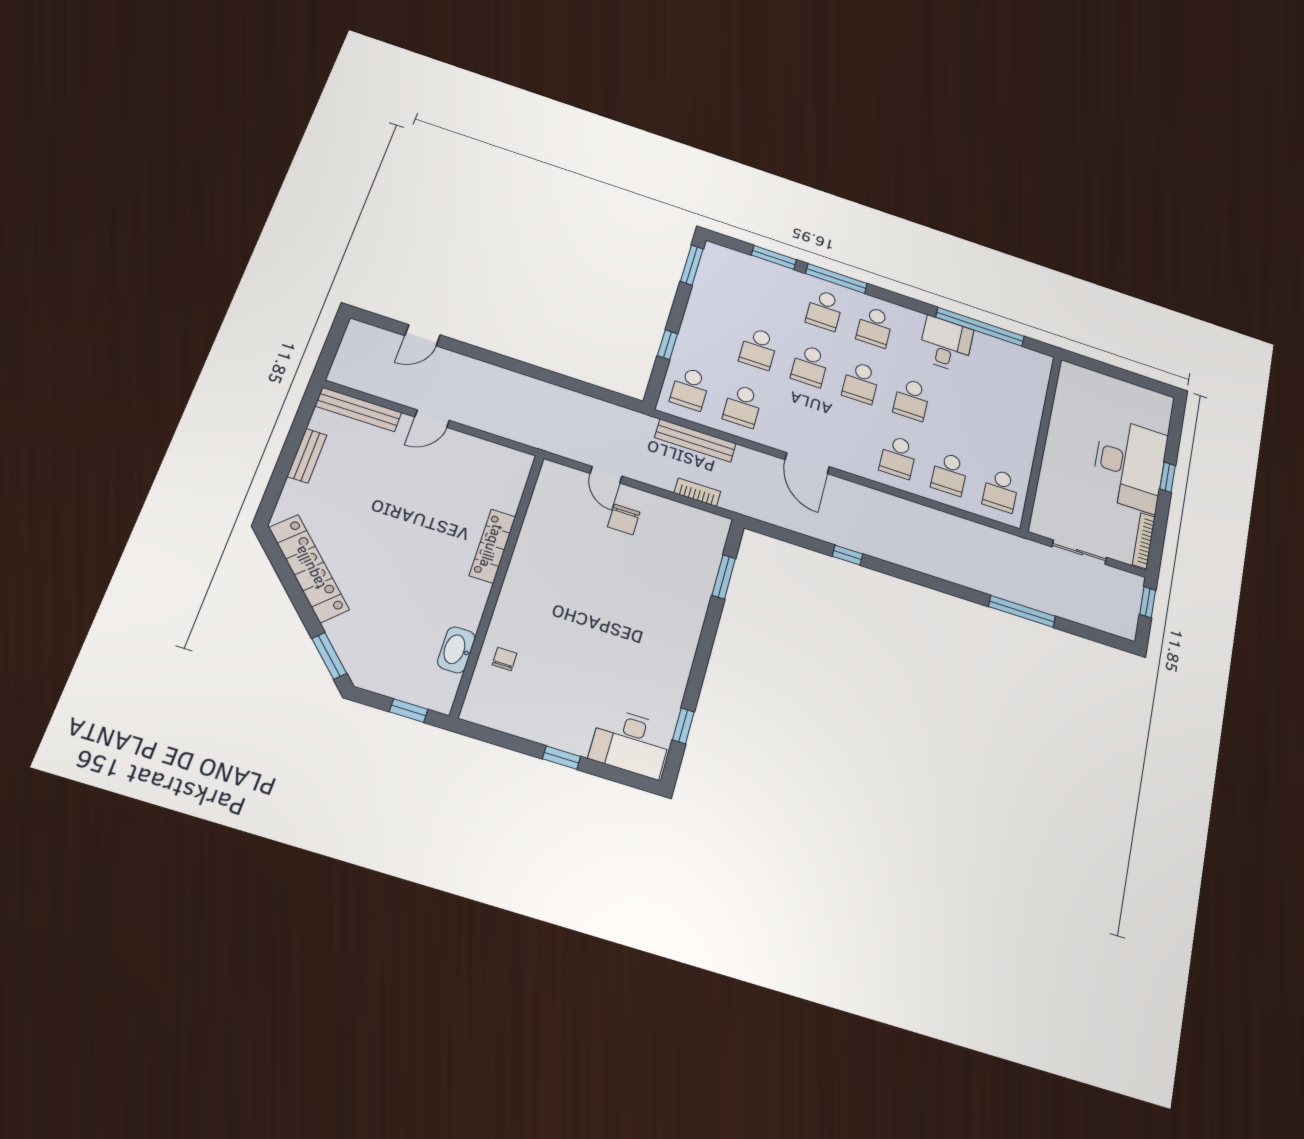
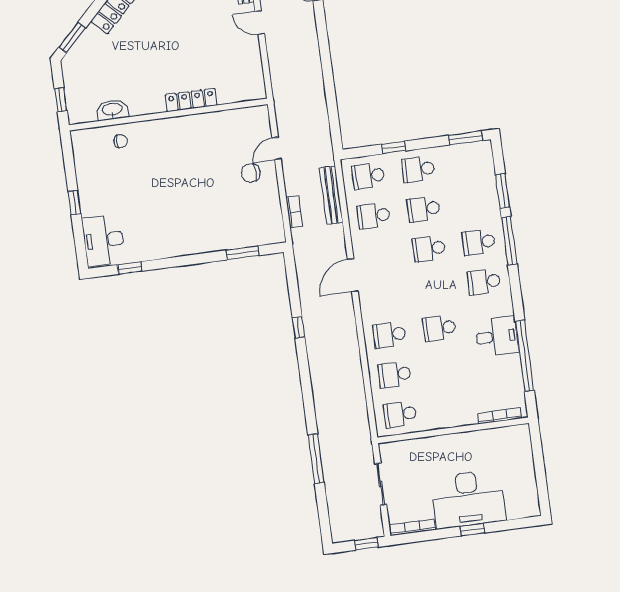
school desk: (861, 383) -> (418, 169), moved
bookcase: (1042, 385) -> (500, 416), added

